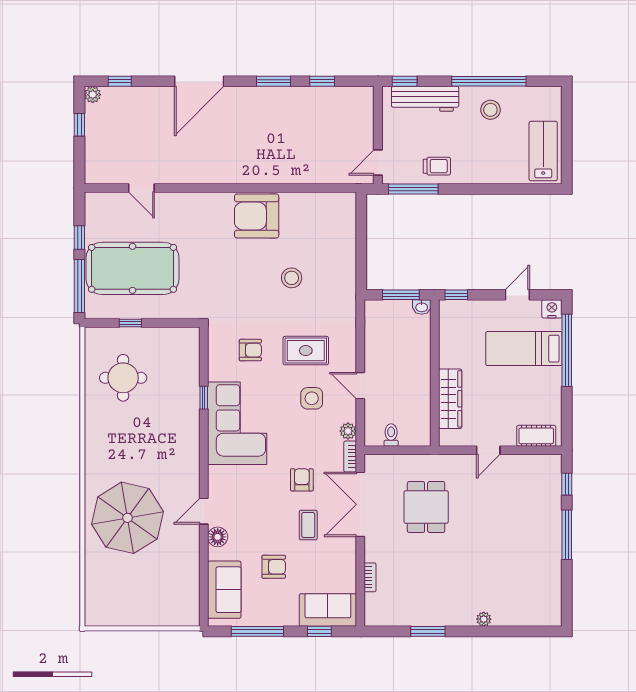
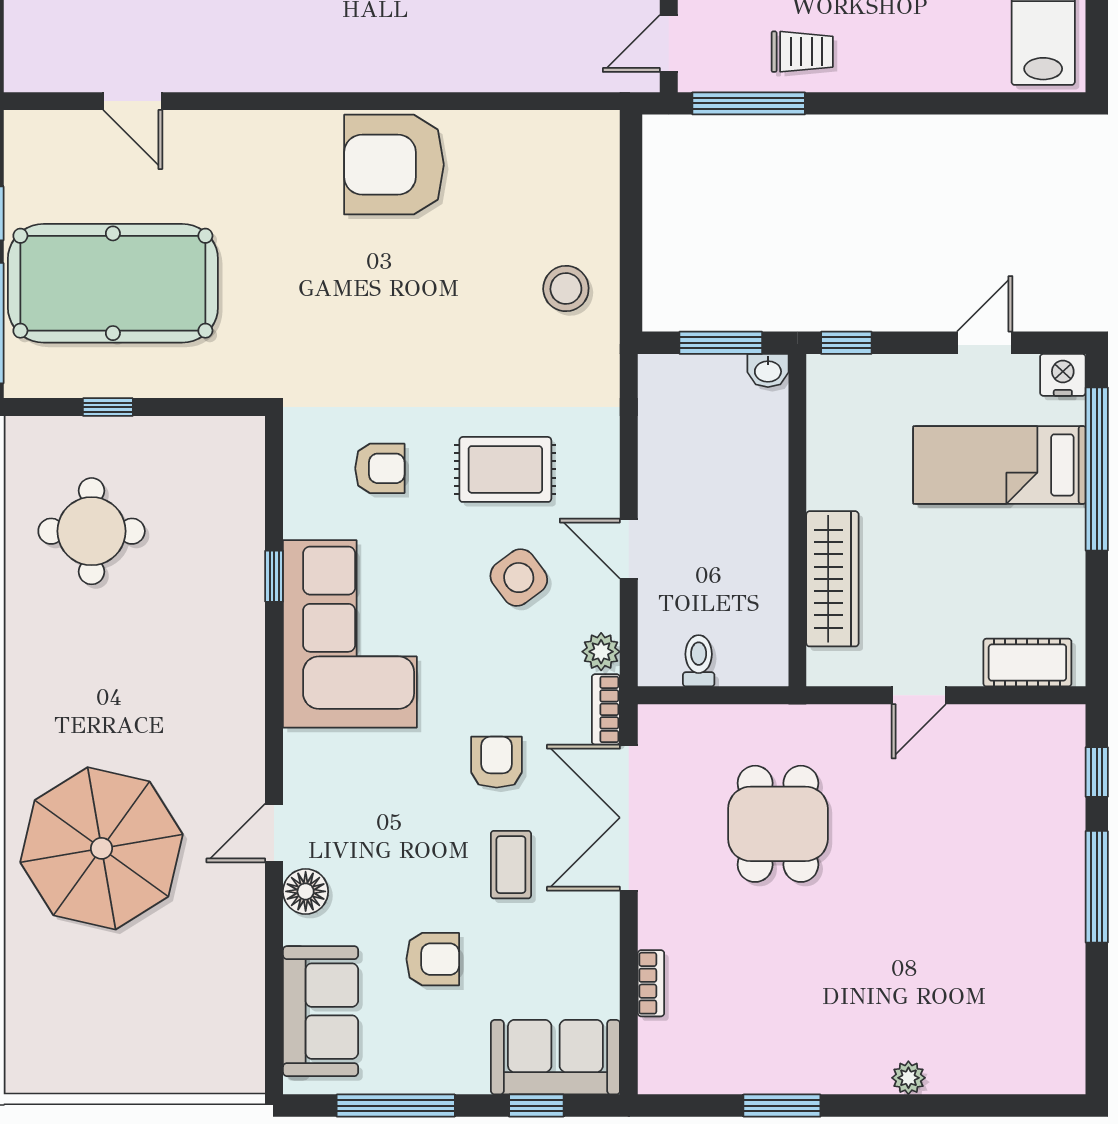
stool: (292, 278) -> (566, 289), moved
side table: (312, 398) -> (519, 578), turned -37

